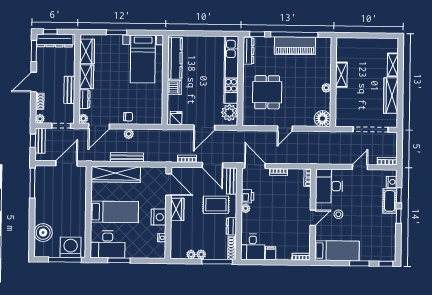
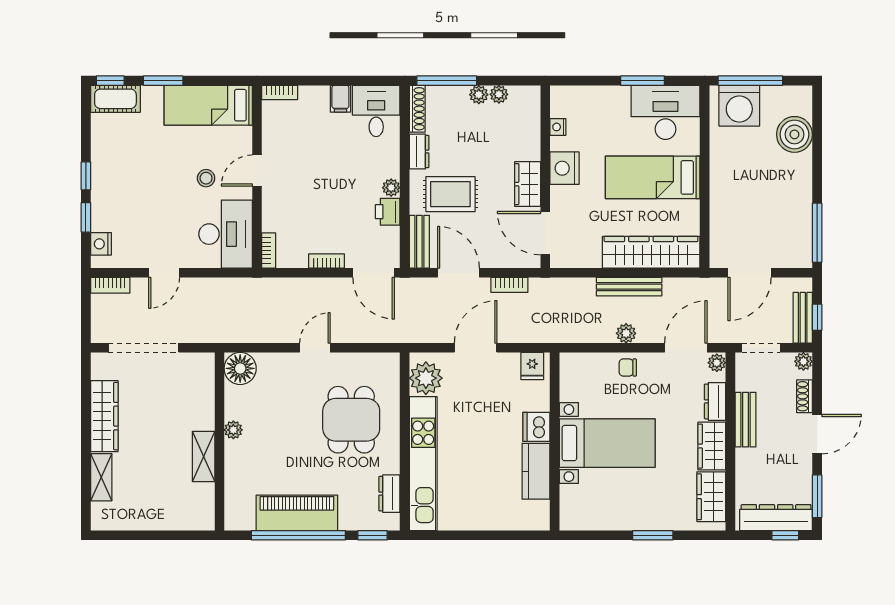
dresser: (248, 51) -> (389, 494), width x0.70
kitchen counter: (175, 58) -> (536, 471), width x0.67
bed with nightstands: (143, 59) -> (607, 443), moved, turned 90
cot: (390, 201) -> (115, 99), moved, turned 90

